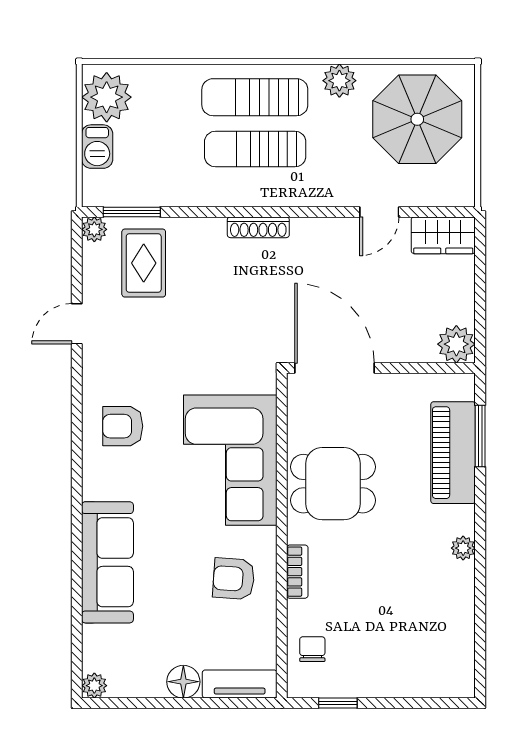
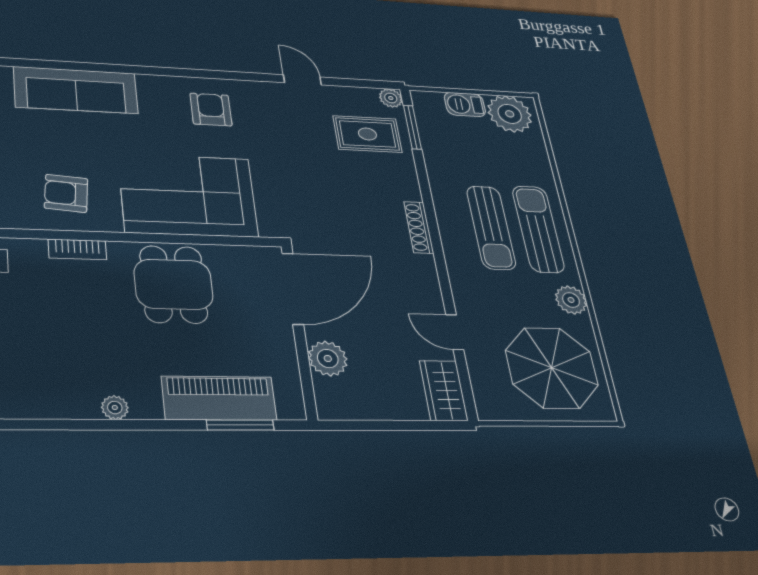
sun lounger: (255, 149) -> (491, 227), turned 180
plant: (456, 344) -> (328, 359), moved
armchair: (234, 579) -> (66, 193), turned -89

